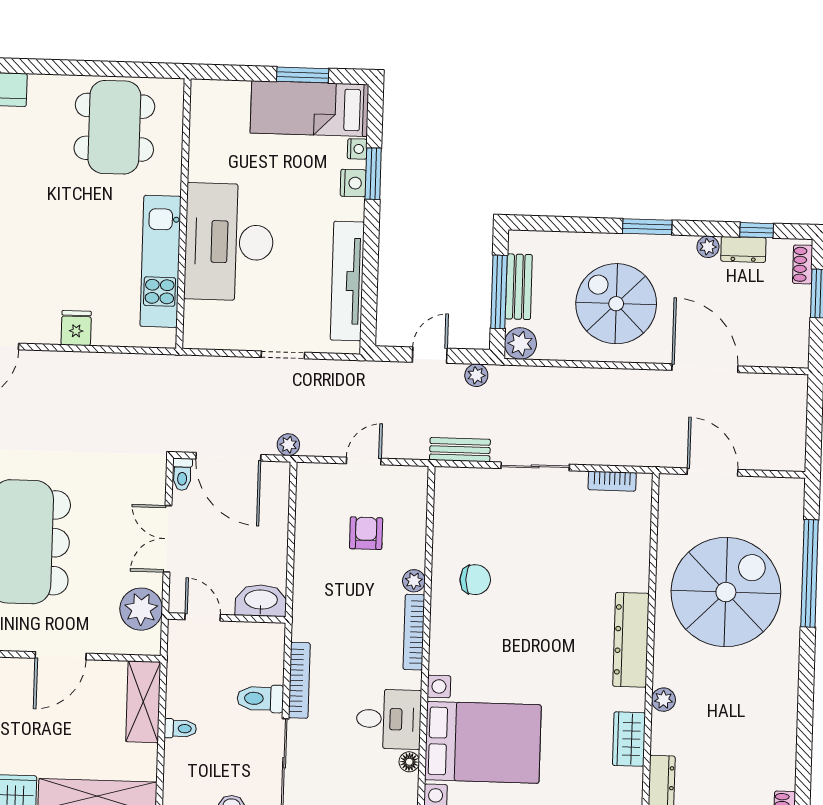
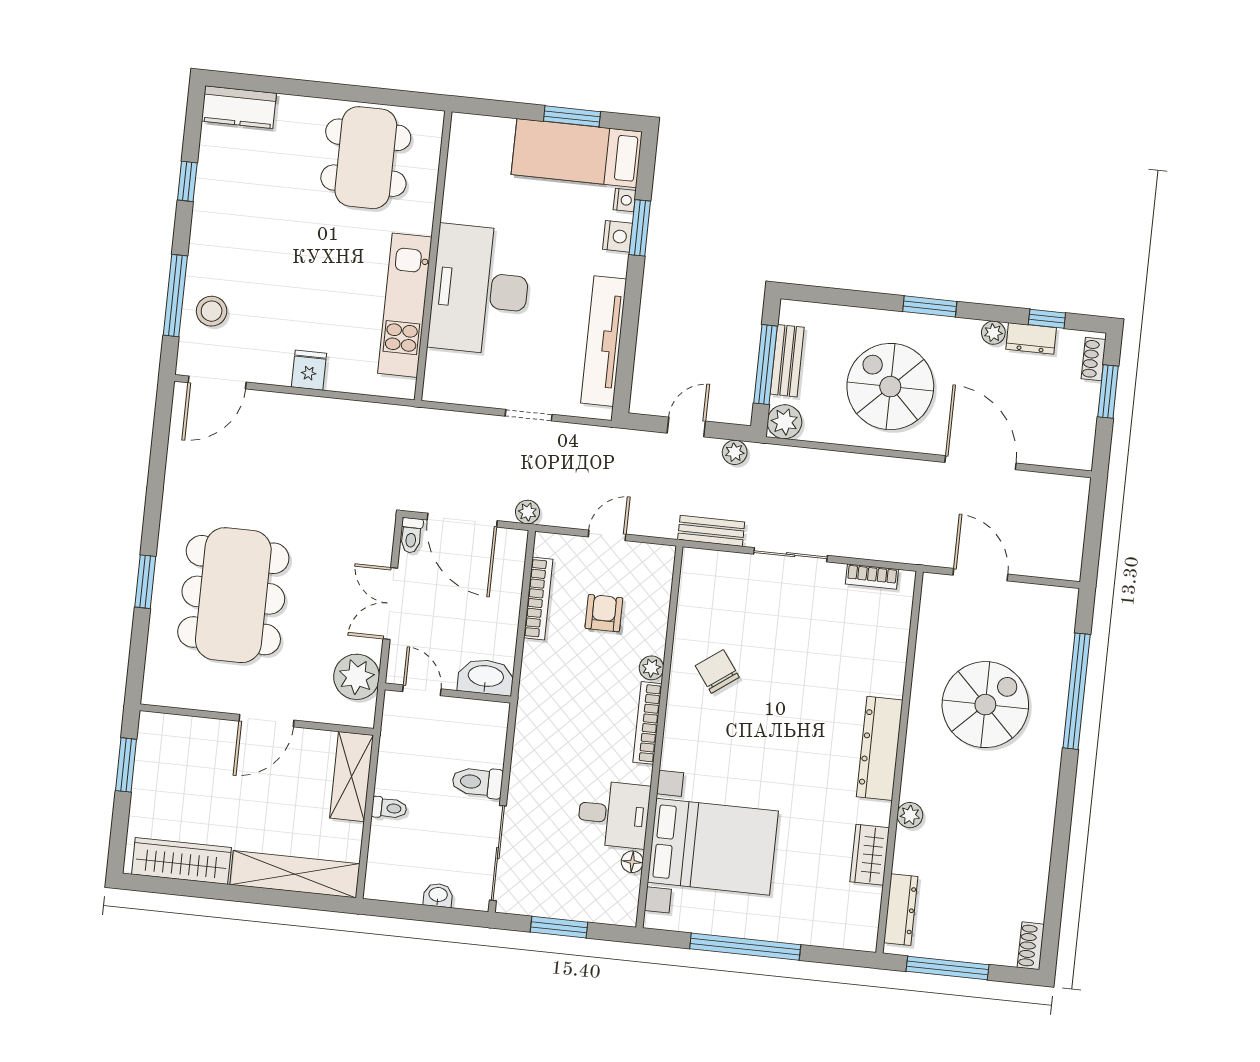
chair: (475, 580) -> (717, 672), turned -126
spiral stairs: (726, 592) -> (985, 705), width x0.73, depth x0.73
bookcase: (299, 680) -> (538, 598), moved

